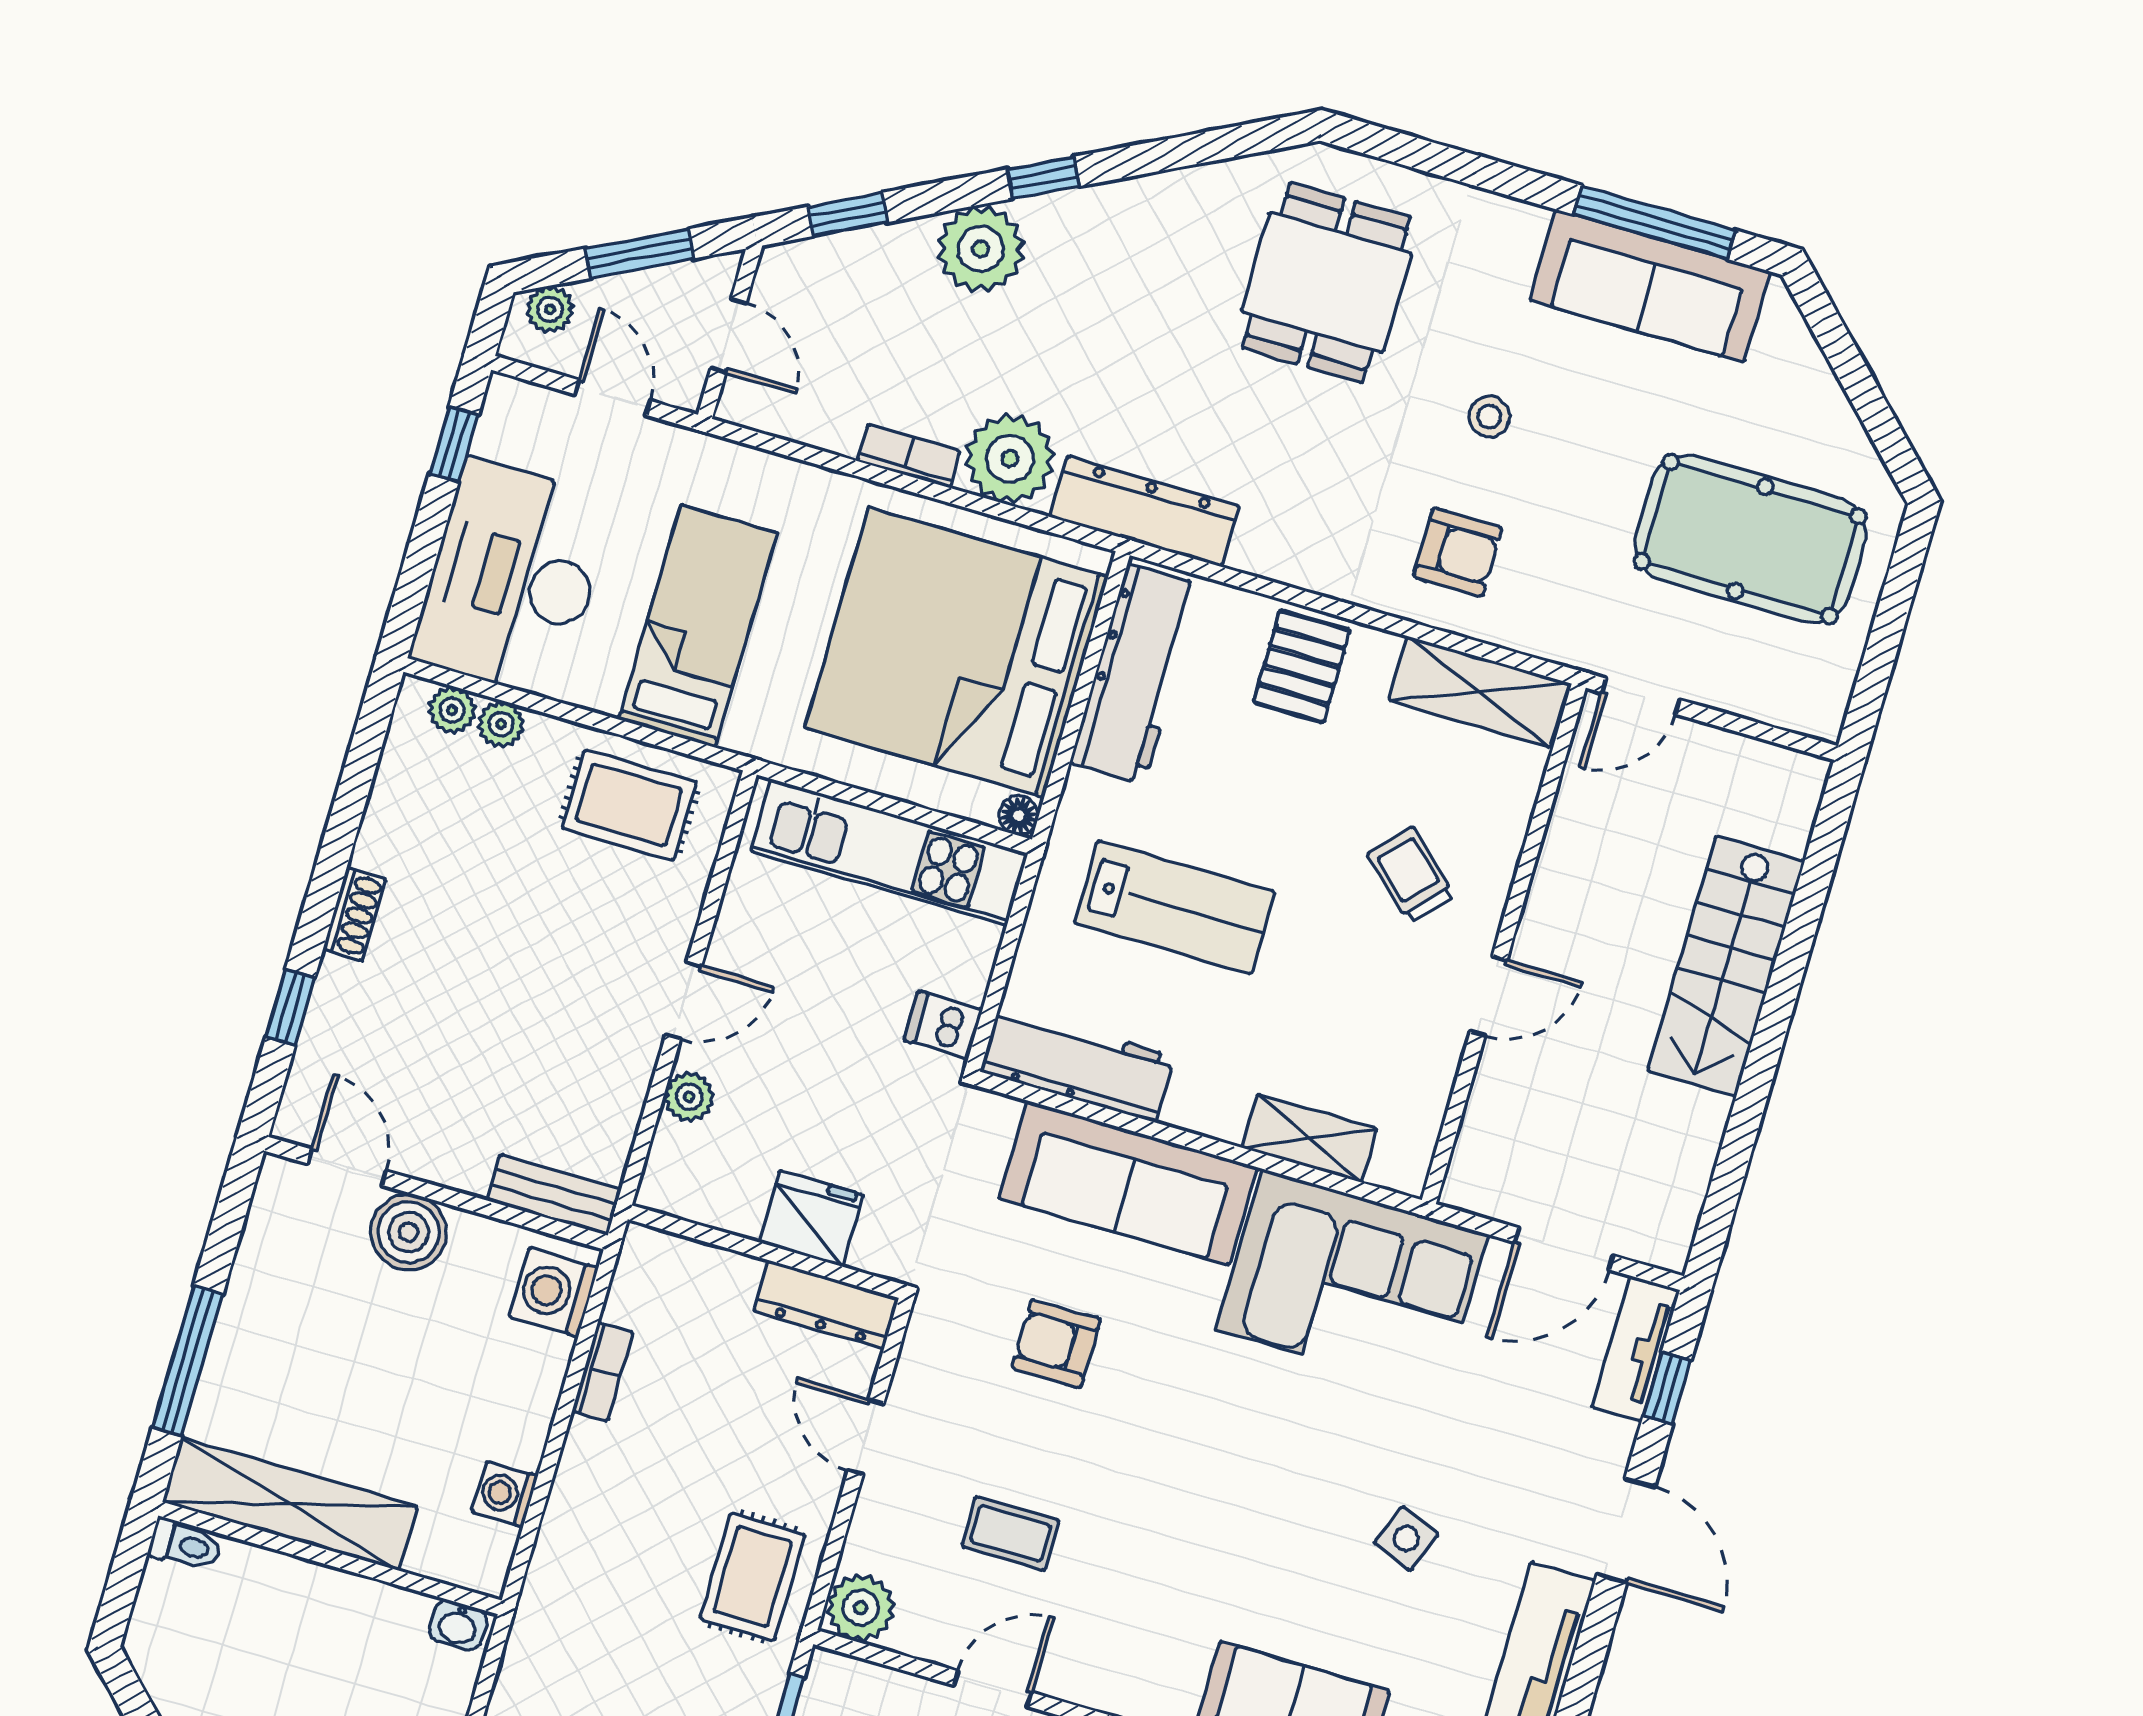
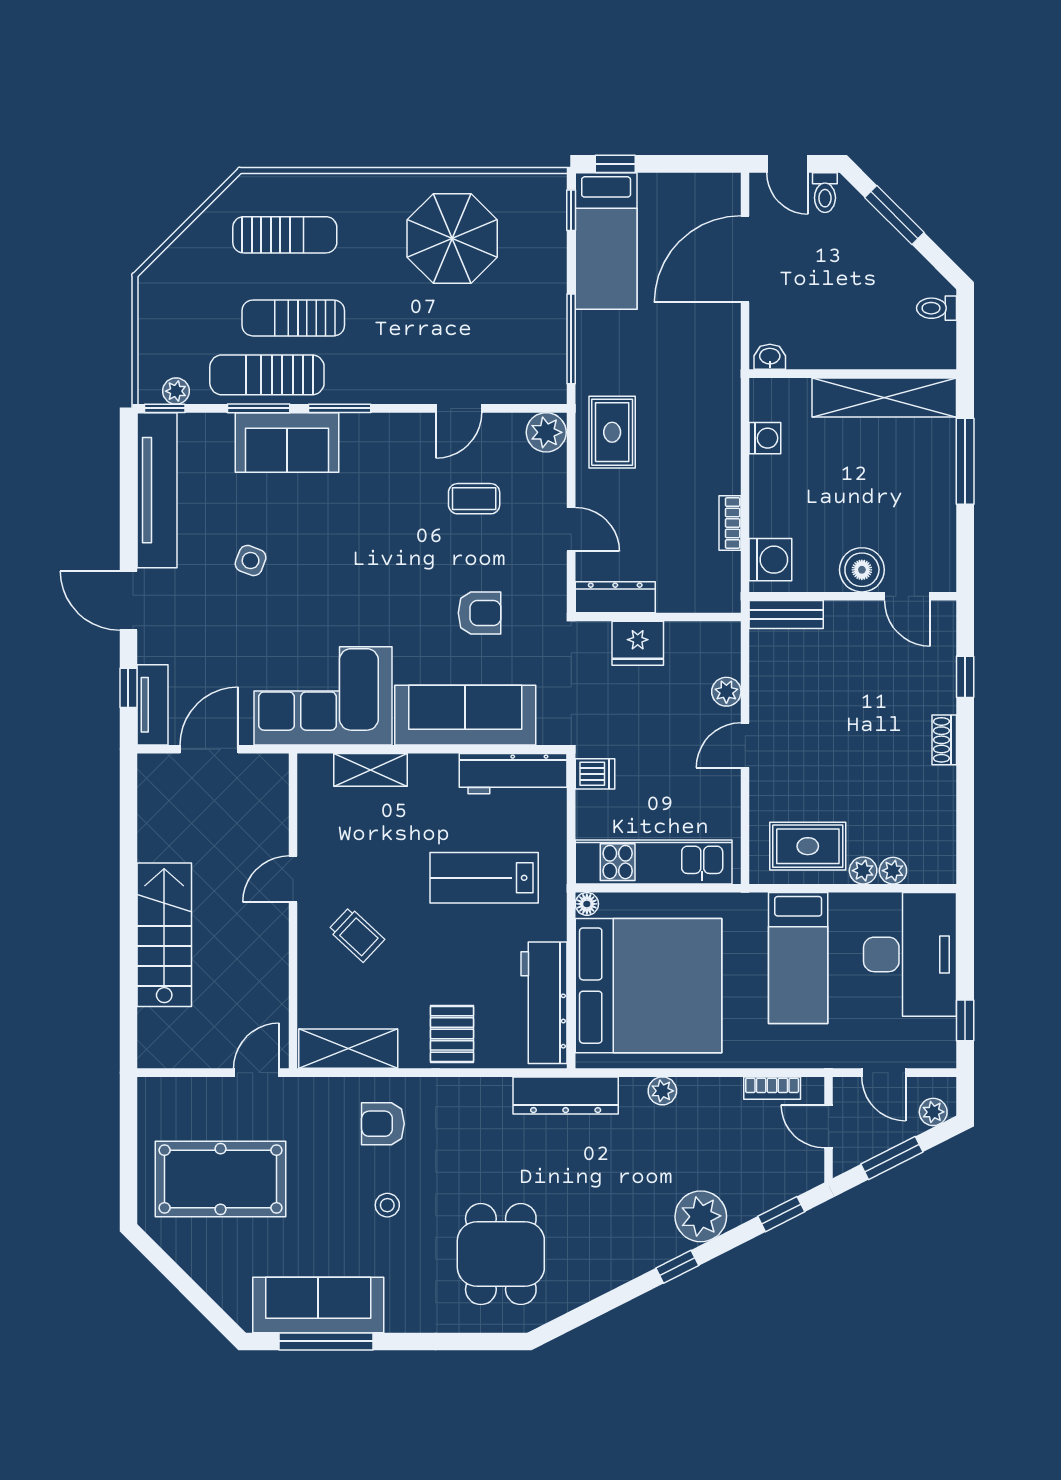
bookcase: (909, 456) -> (772, 1088), moved
plant: (1010, 459) -> (662, 1091), width x0.53, depth x0.53
plant: (452, 710) -> (863, 871), moved
toilet: (185, 1545) -> (937, 308), moved

